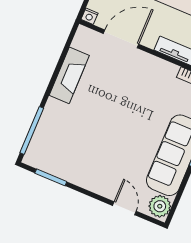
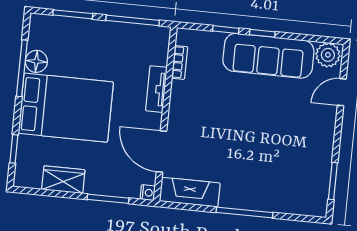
fireplace: (69, 75) -> (190, 192), moved
window: (32, 130) -> (244, 212), moved

